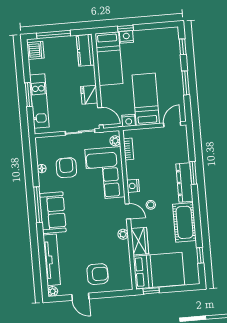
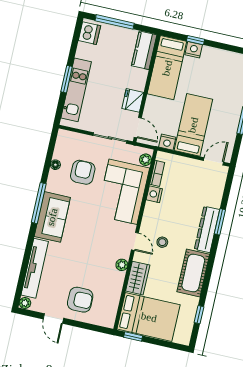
nightstand: (133, 186) -> (154, 194), moved

